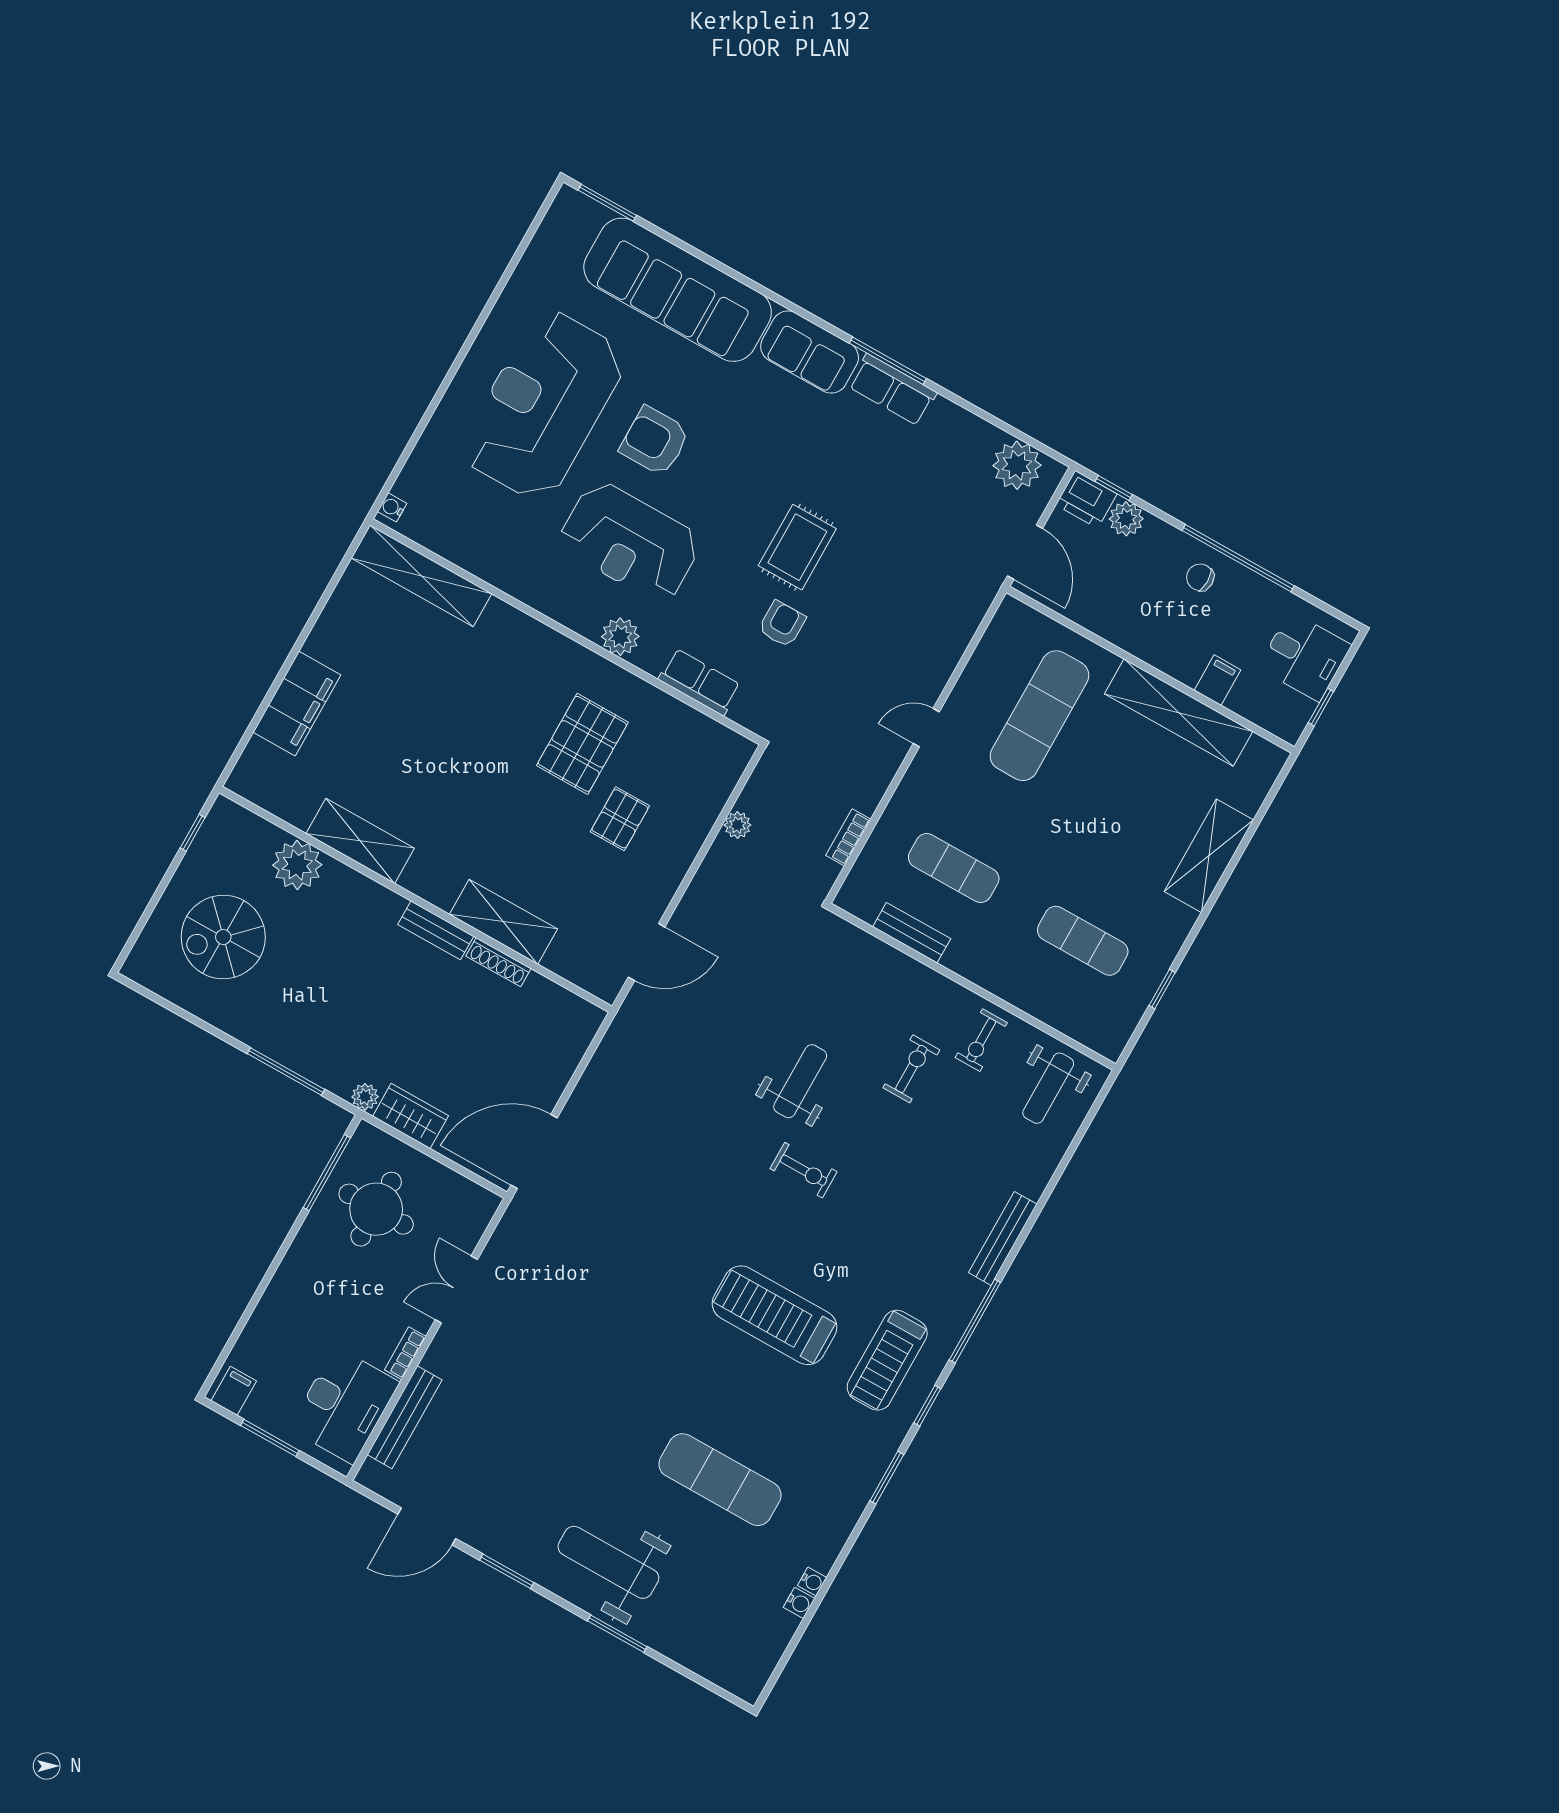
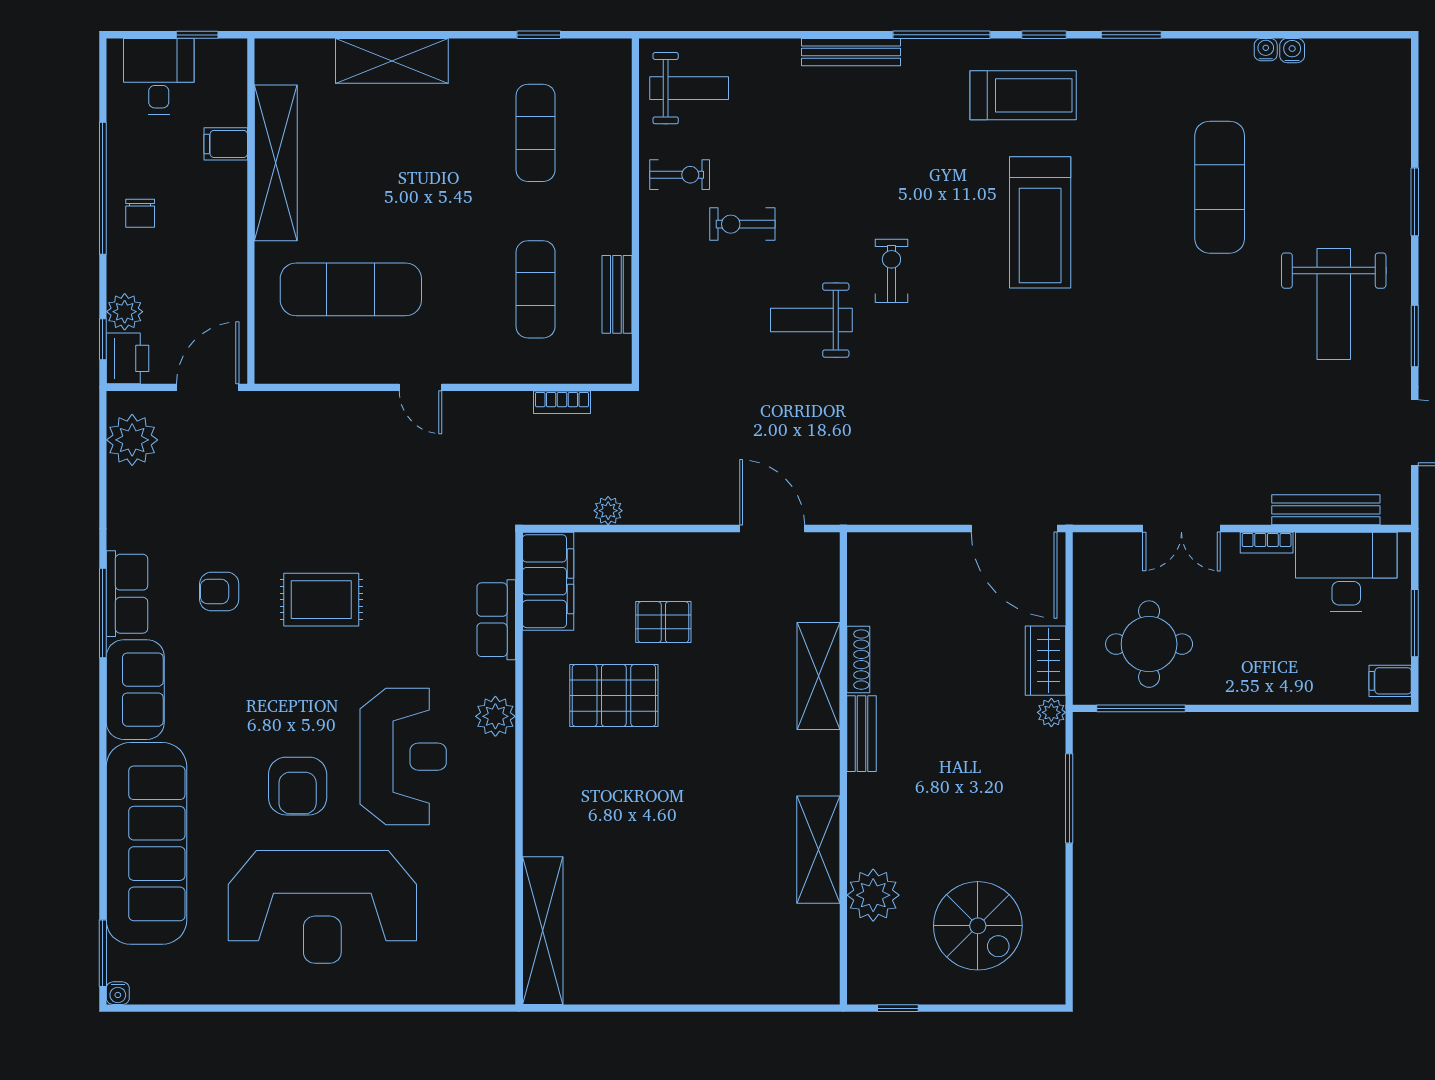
water cooler: (392, 507) -> (118, 993), moved
armchair: (782, 624) -> (219, 592), moved
filing cabinet: (297, 704) -> (548, 581), moved, turned 90
weight bench: (608, 1562) -> (1334, 304), moved

